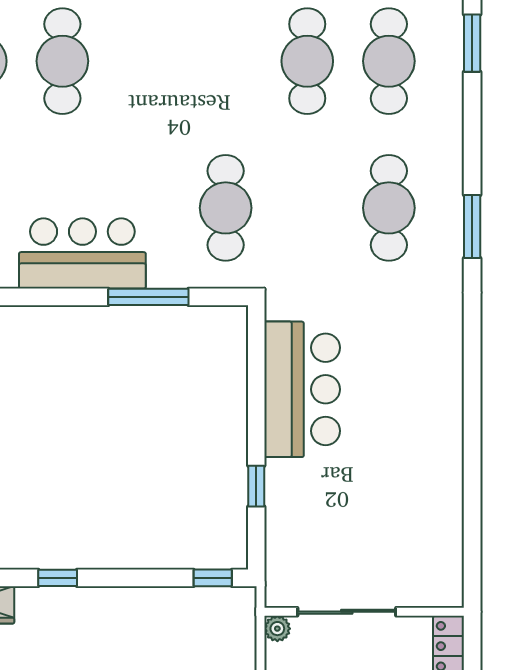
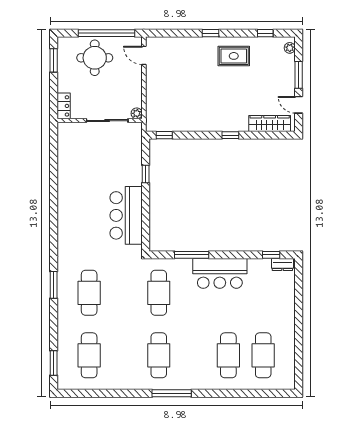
cafe table: (307, 61) -> (159, 355), moved

